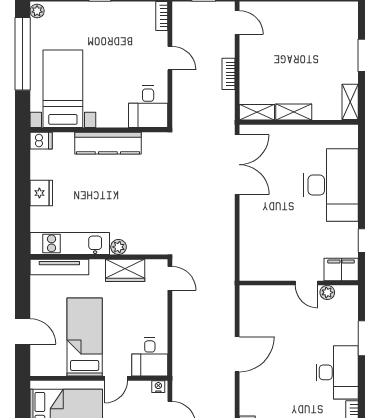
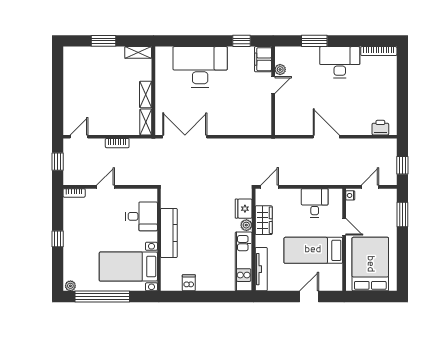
desk: (148, 107) -> (142, 216), moved
dishwasher: (41, 141) -> (189, 283), moved
fridge: (41, 193) -> (244, 209), moved, turned -90
desk: (150, 357) -> (315, 203), moved, turned -90

